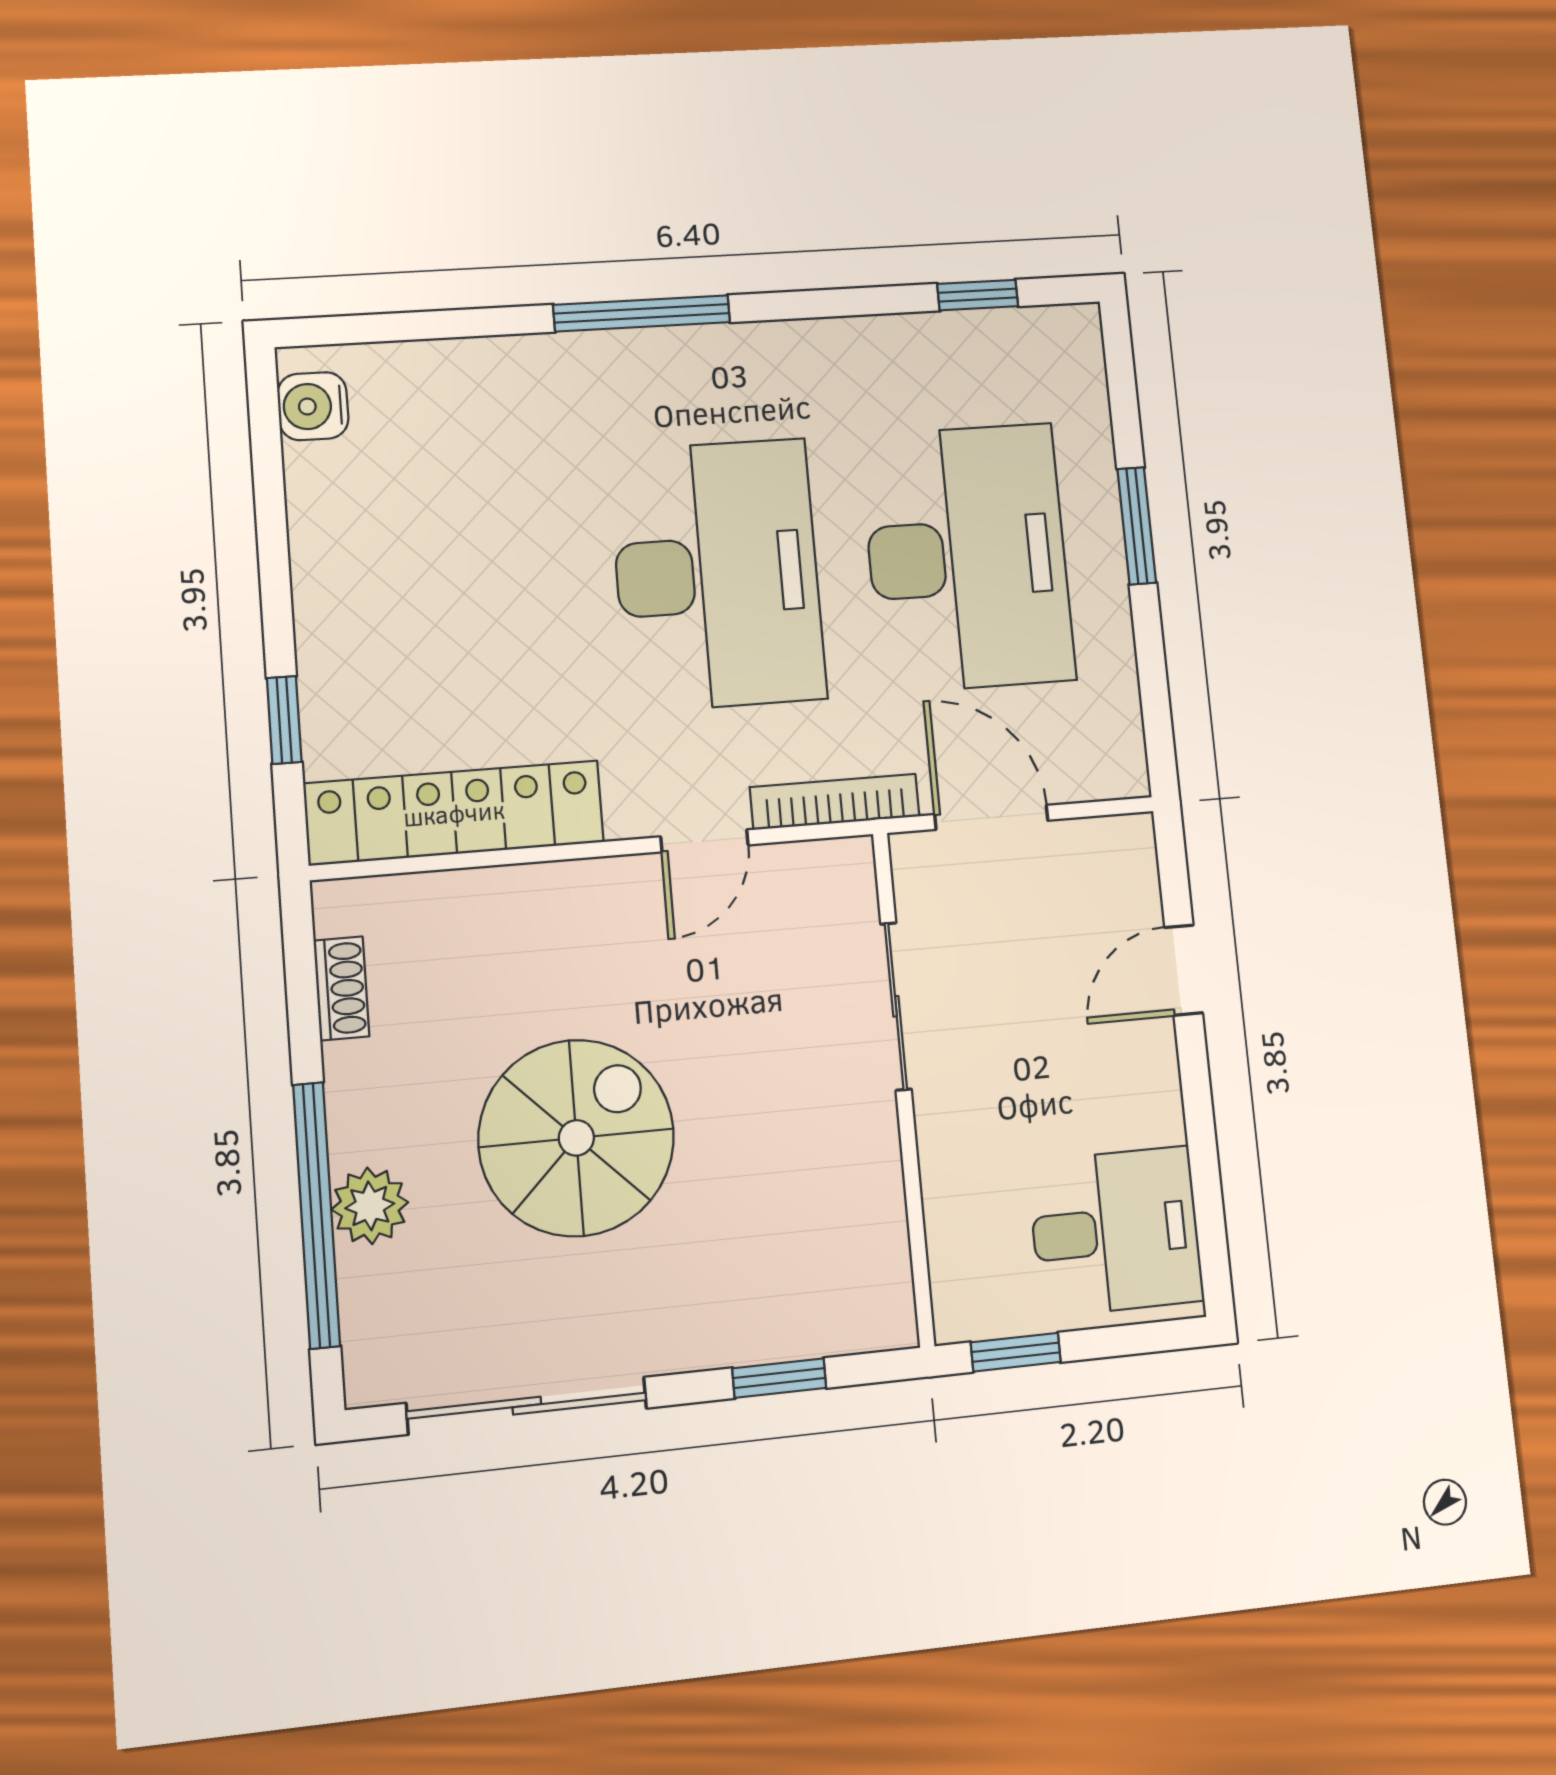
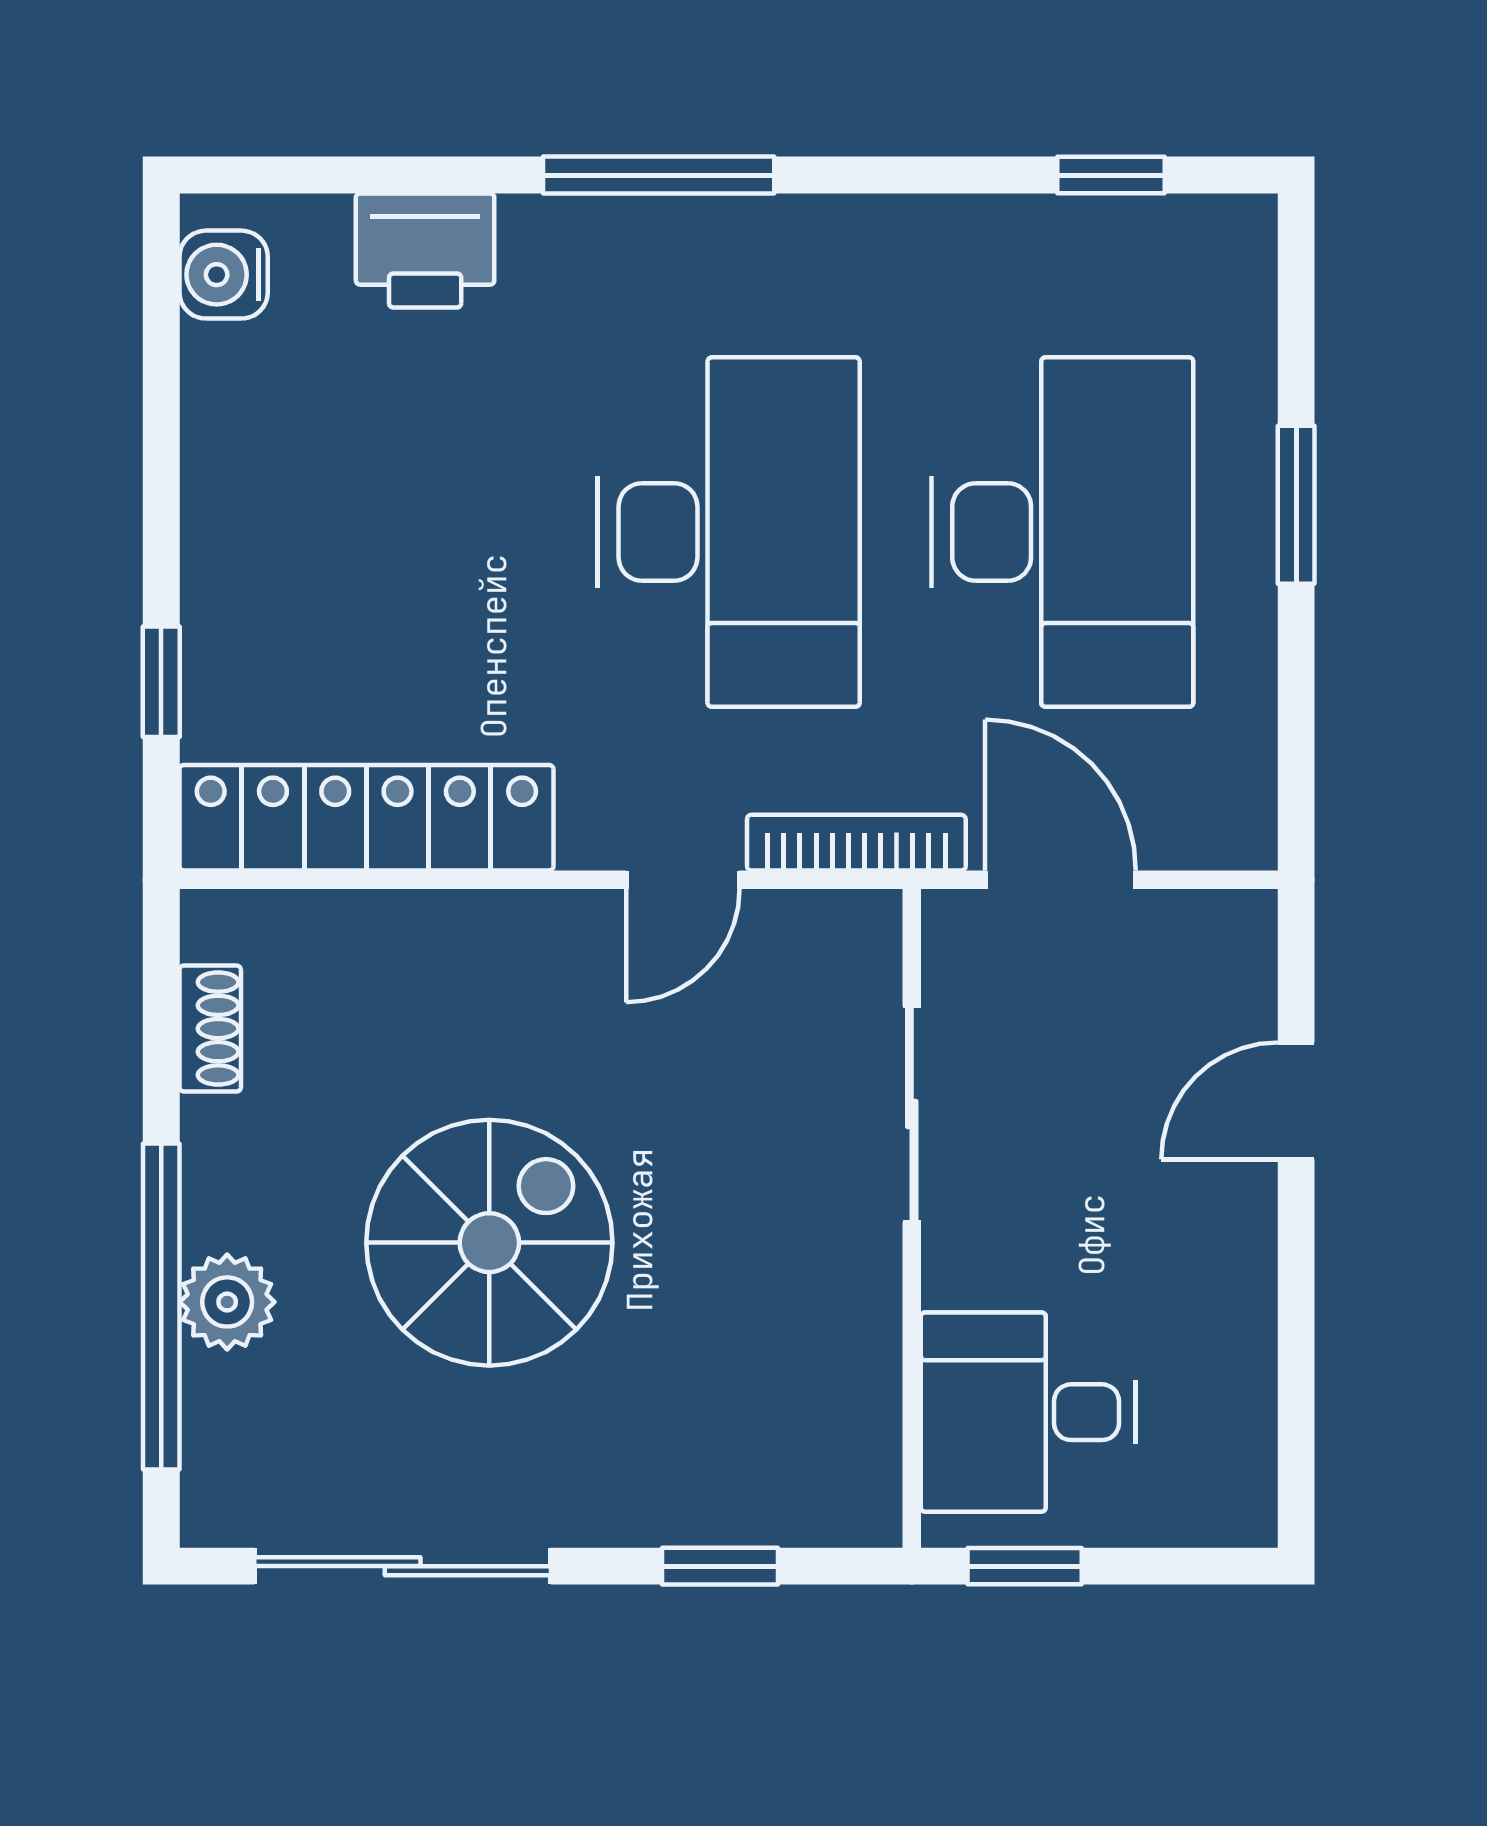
printer: (468, 379) -> (425, 250), added
desk: (1116, 1231) -> (1028, 1412), moved, turned 180

